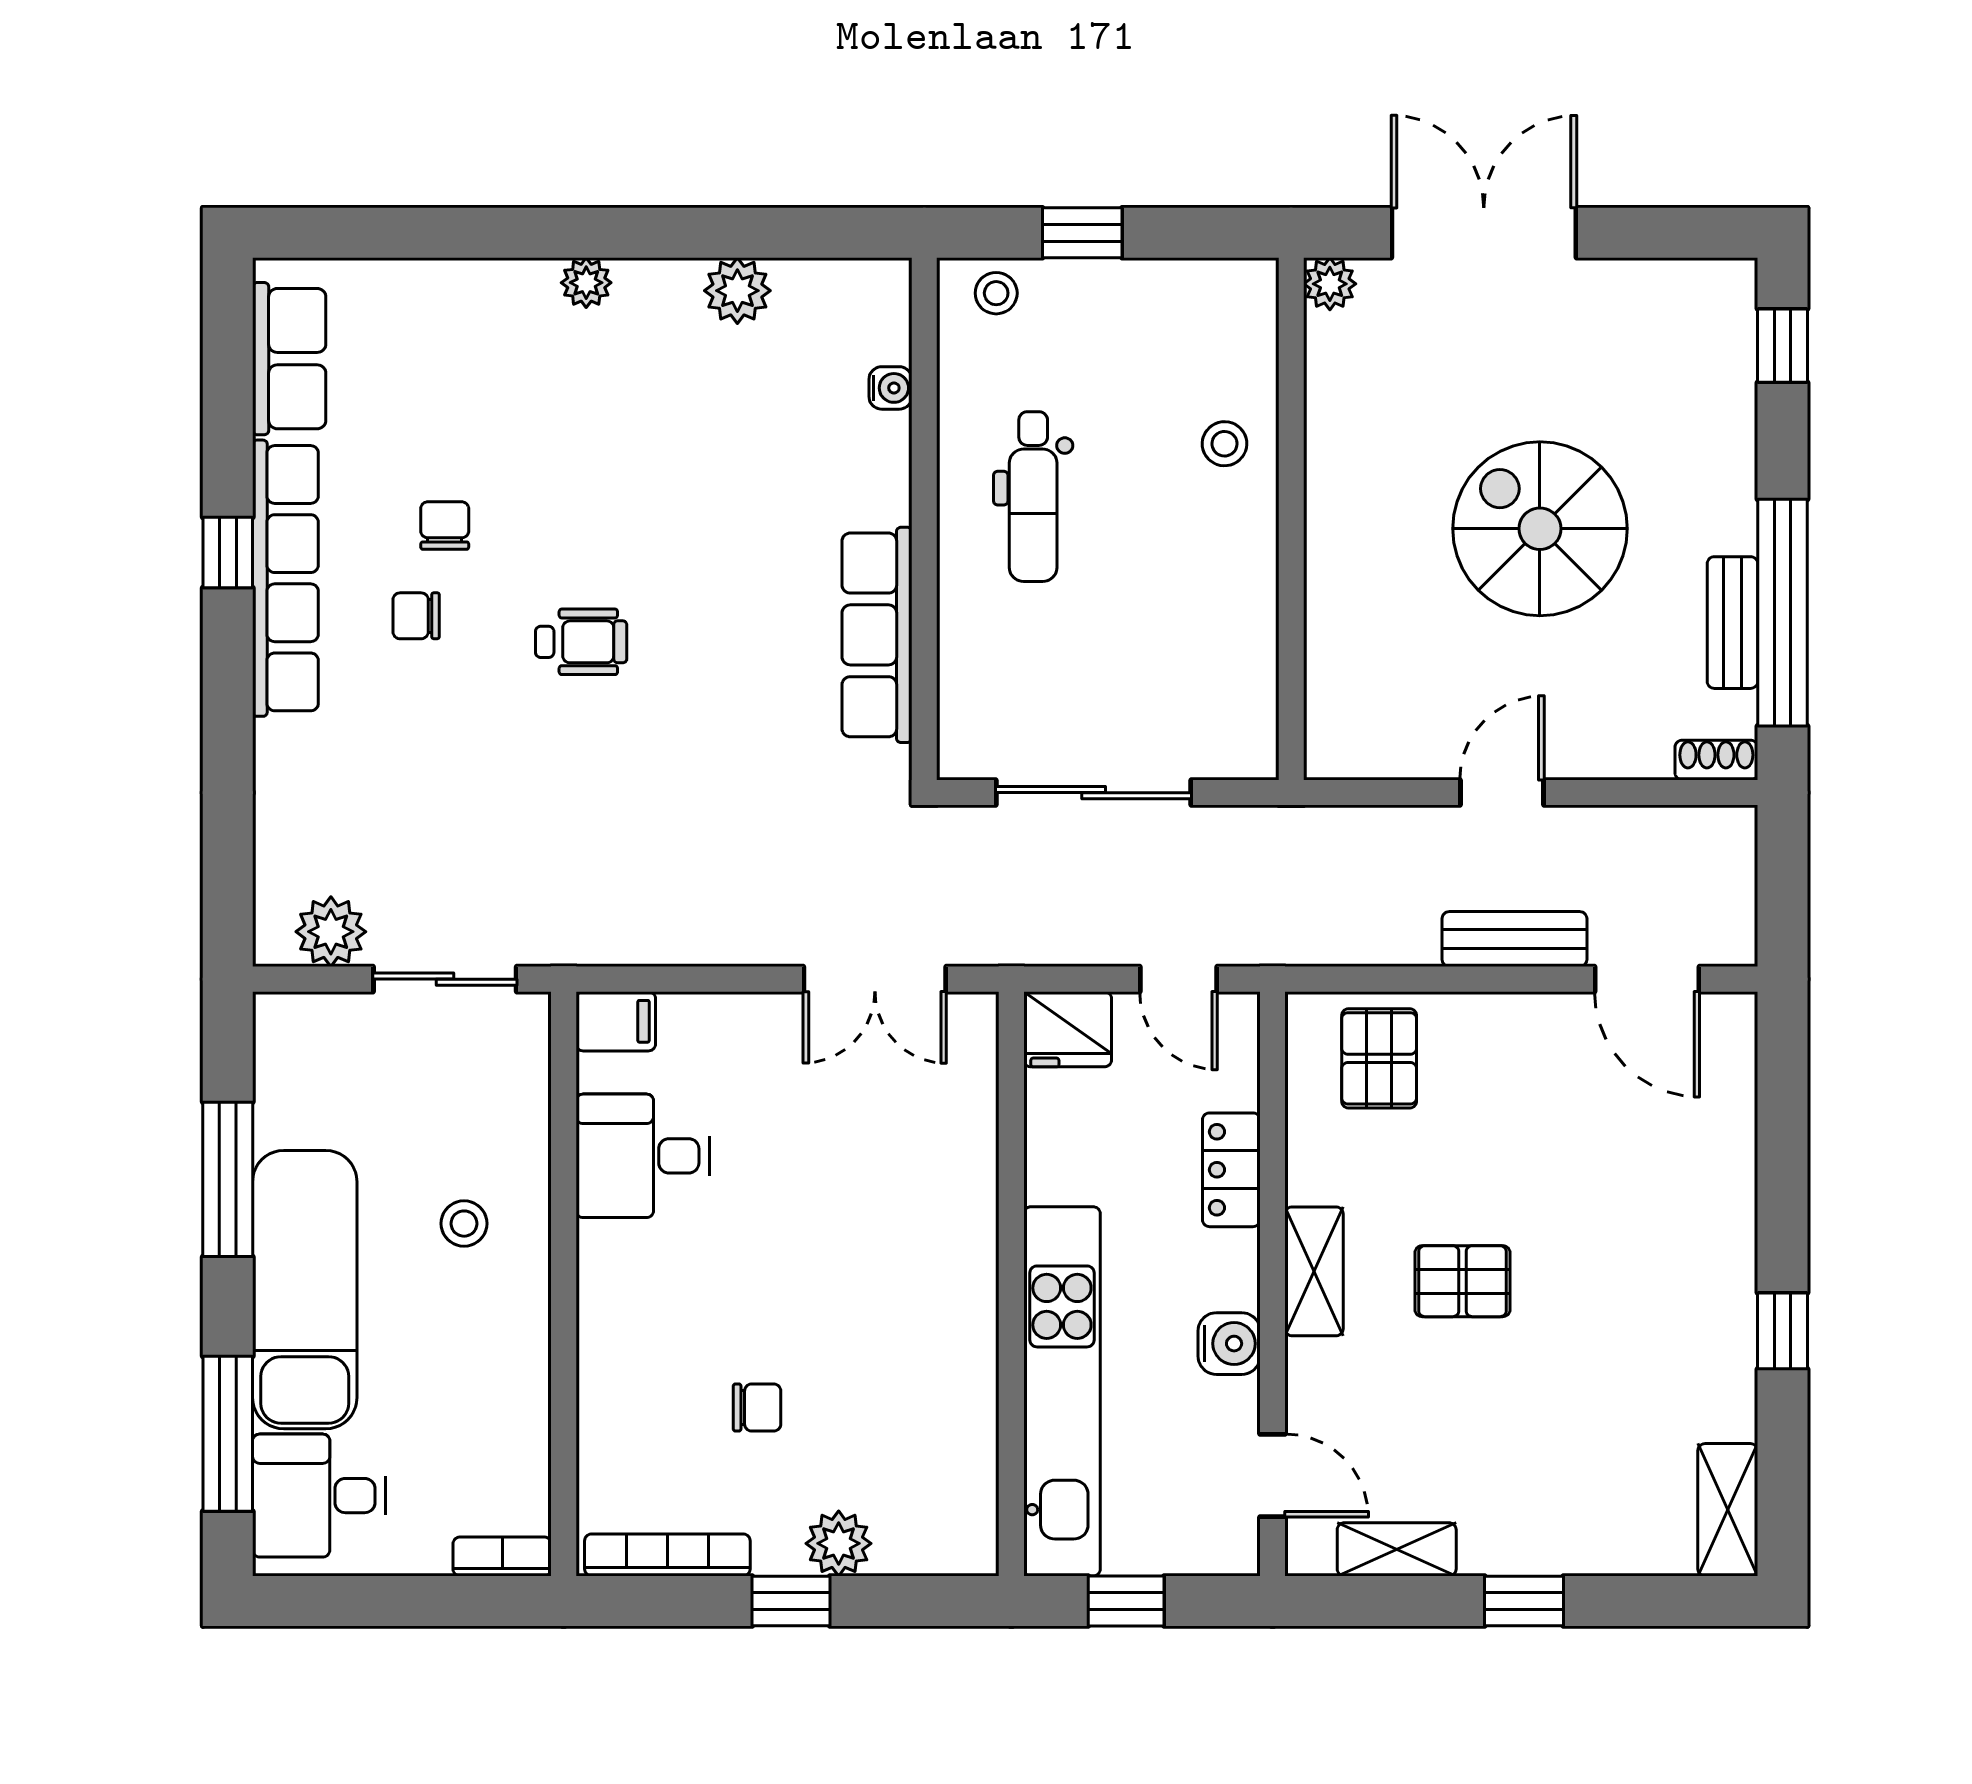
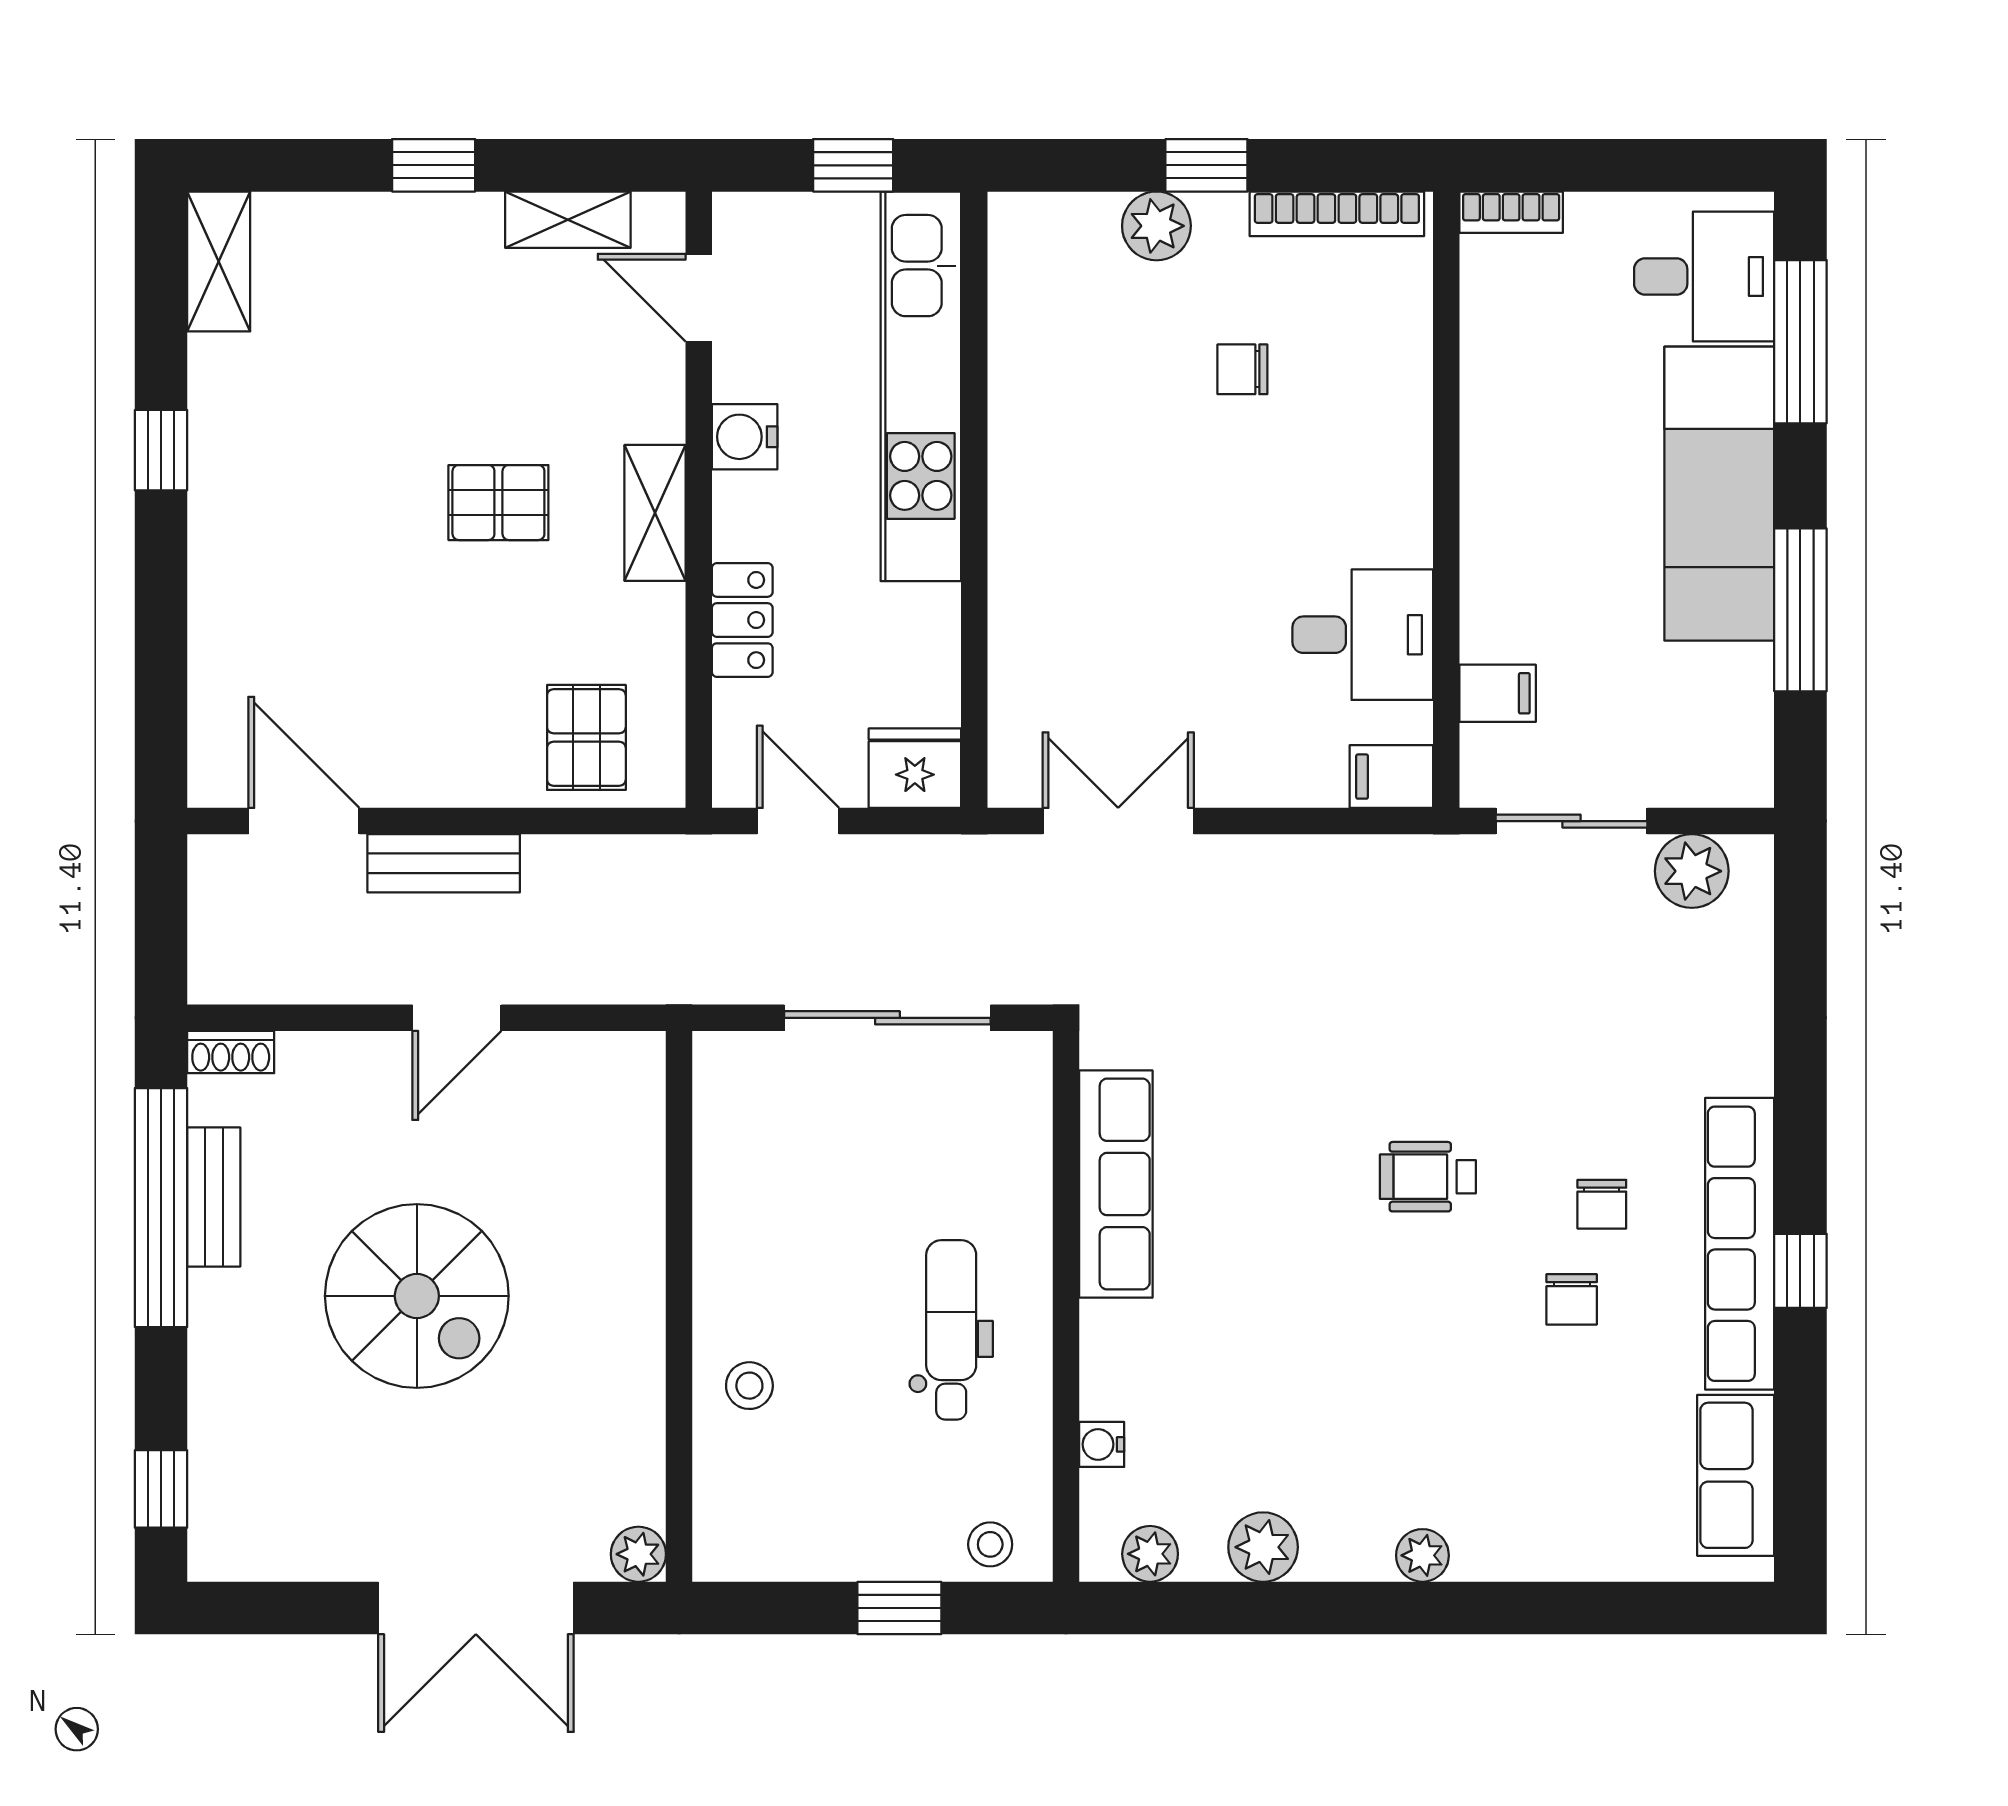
plant: (845, 284) -> (1150, 1554), added
chair: (416, 616) -> (1602, 1204), turned 90
filing cabinet: (515, 1100) -> (1498, 693), added
stool: (464, 1224) -> (1551, 563), removed

